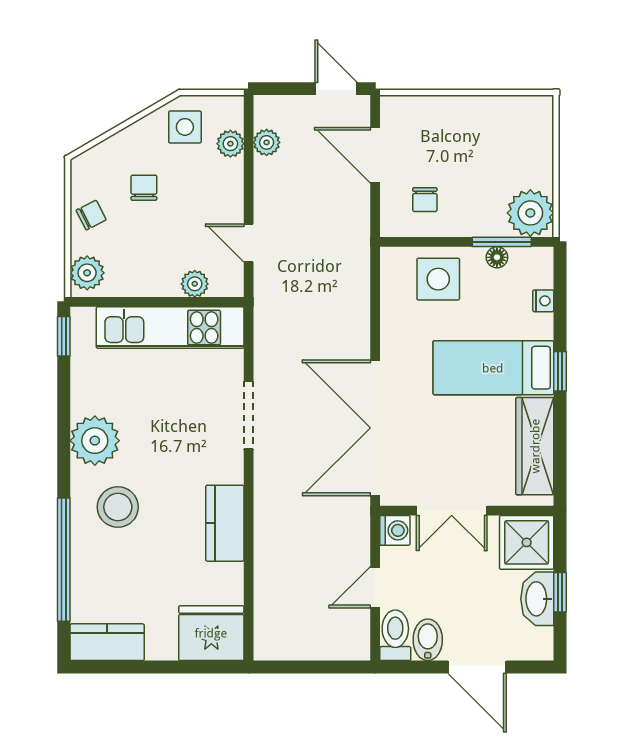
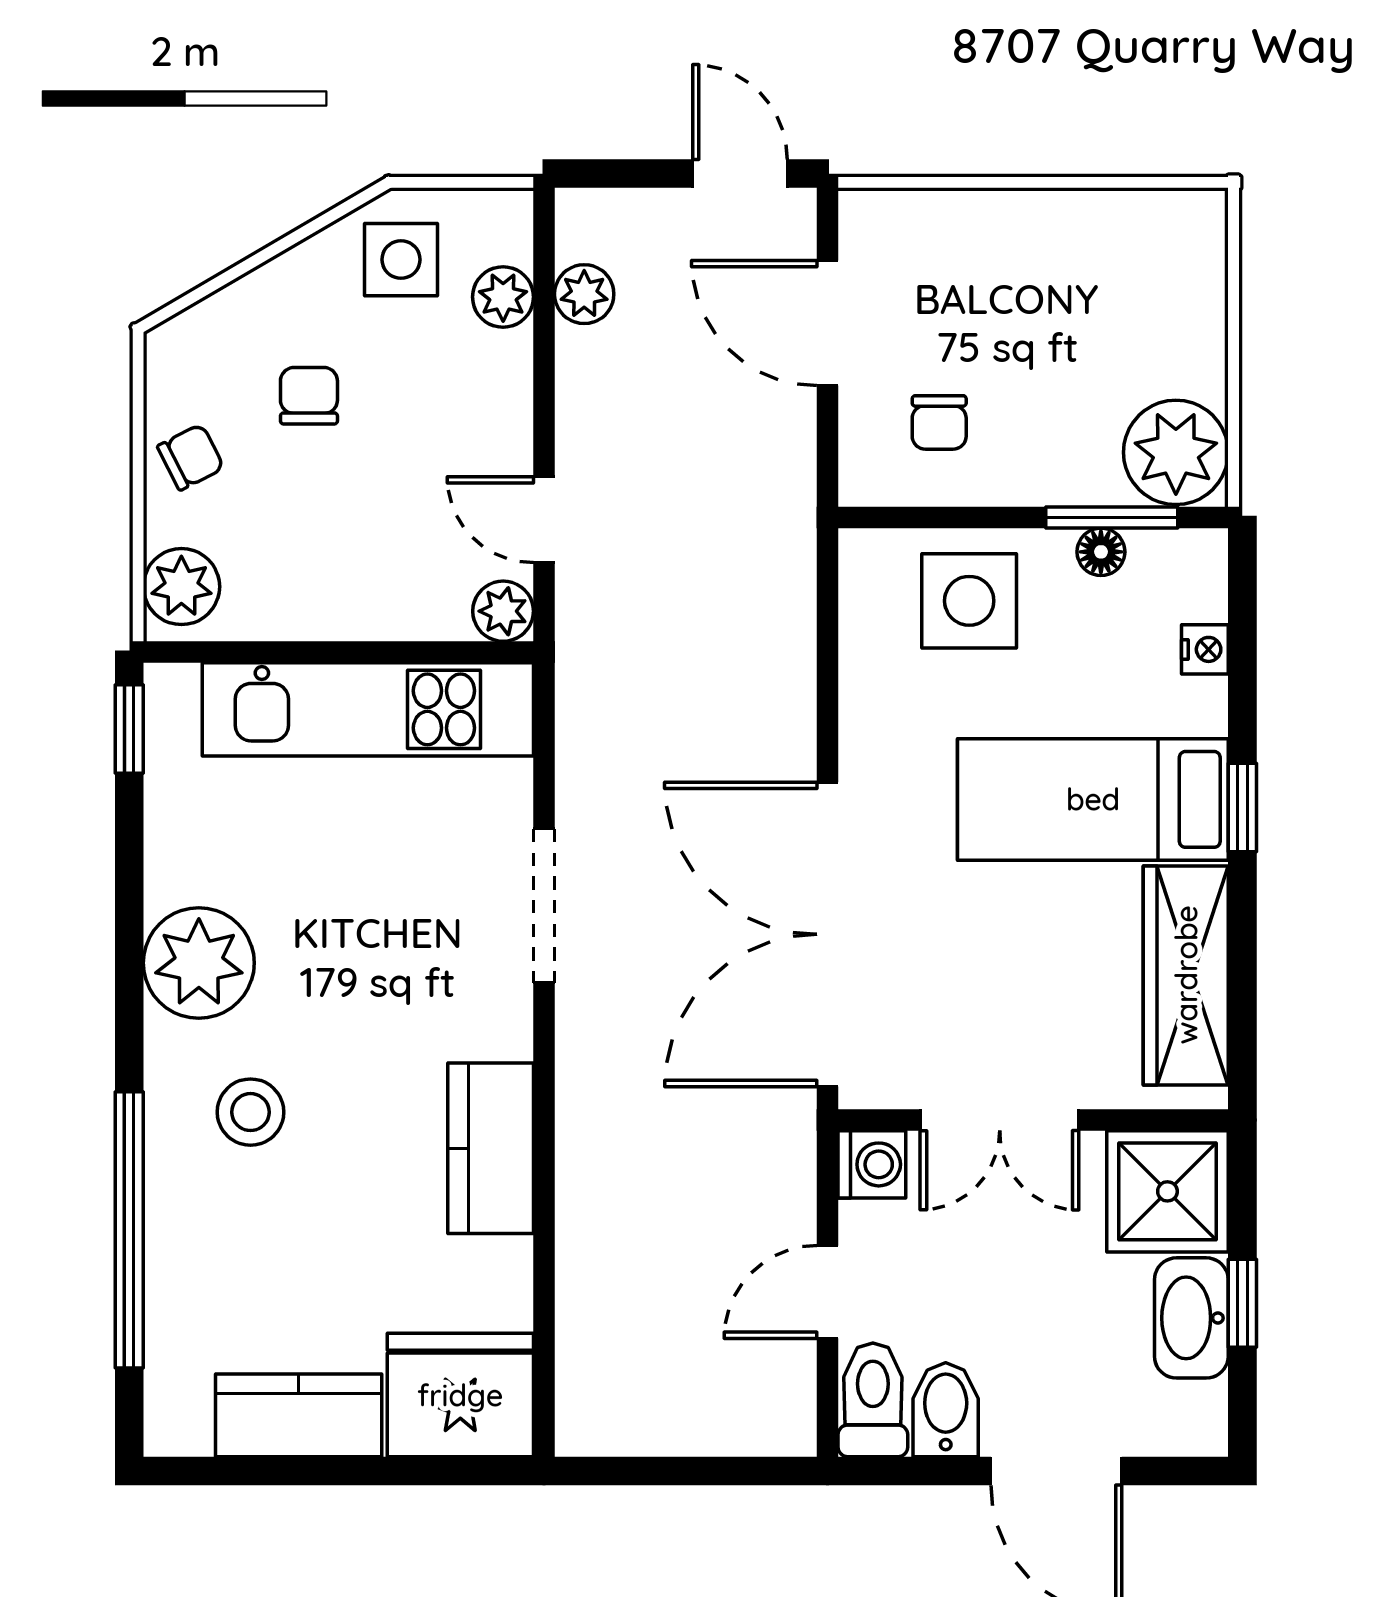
plant: (195, 284) -> (503, 611), moved
stool: (118, 507) -> (250, 1112), width x0.73, depth x0.73
kitchen counter: (107, 642) -> (299, 1415), moved

